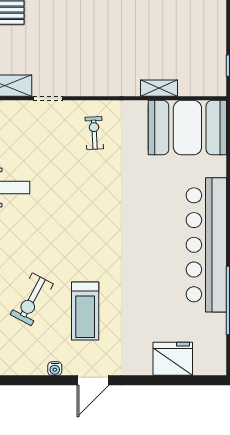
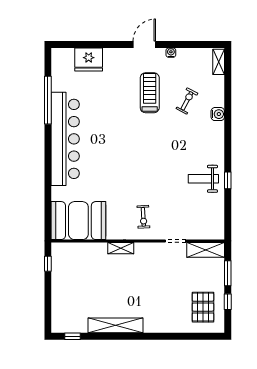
shelving: (159, 88) -> (121, 248), moved
exercise bike: (32, 299) -> (187, 101), width x0.73, depth x0.72

